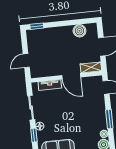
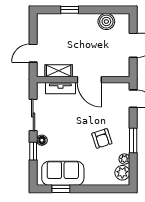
window: (37, 26) -> (70, 10), moved
shelving: (91, 67) -> (59, 71), moved
armchair: (85, 120) -> (102, 138), added

